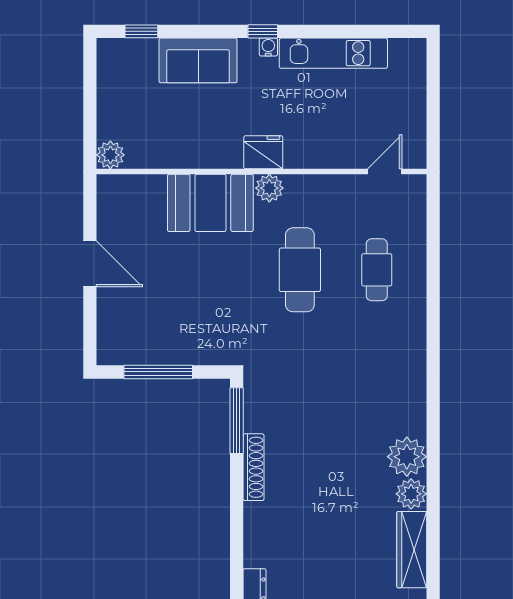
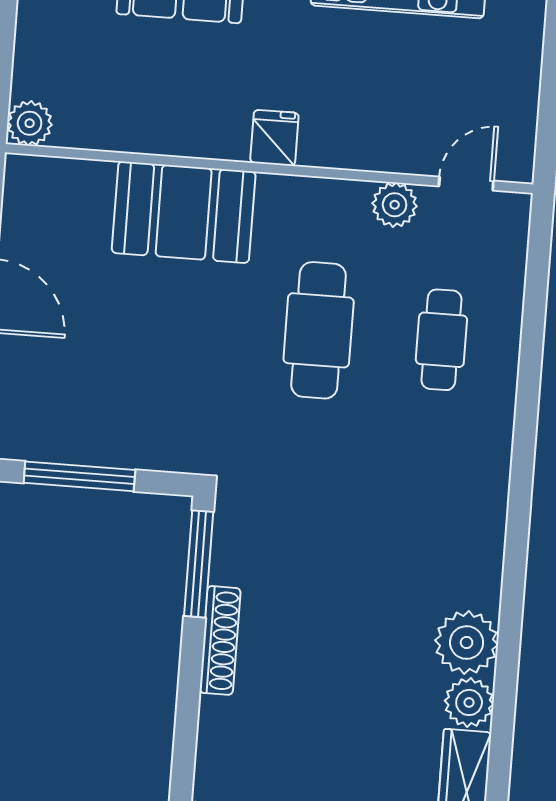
fridge: (263, 152) -> (274, 138), width x0.72
plant: (269, 188) -> (395, 205), moved

